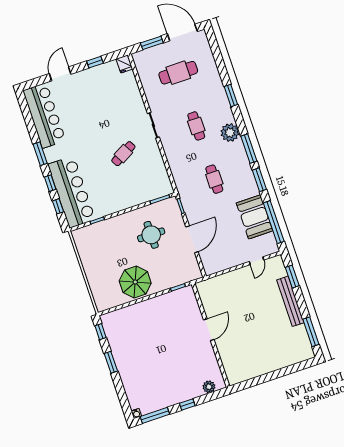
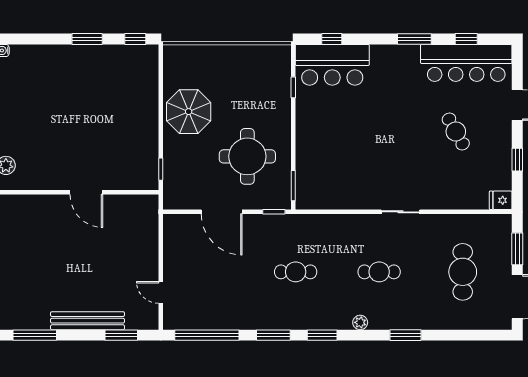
plant: (230, 133) -> (360, 322), width x0.53, depth x0.53
window: (249, 149) -> (322, 335), width x0.69
cafe table: (123, 154) -> (456, 131), moved
window: (50, 183) -> (466, 39), moved
bar counter: (72, 192) -> (332, 65), width x0.73
booth: (255, 217) -> (223, 311), removed
round table: (151, 235) -> (247, 156), width x1.36, depth x1.36

